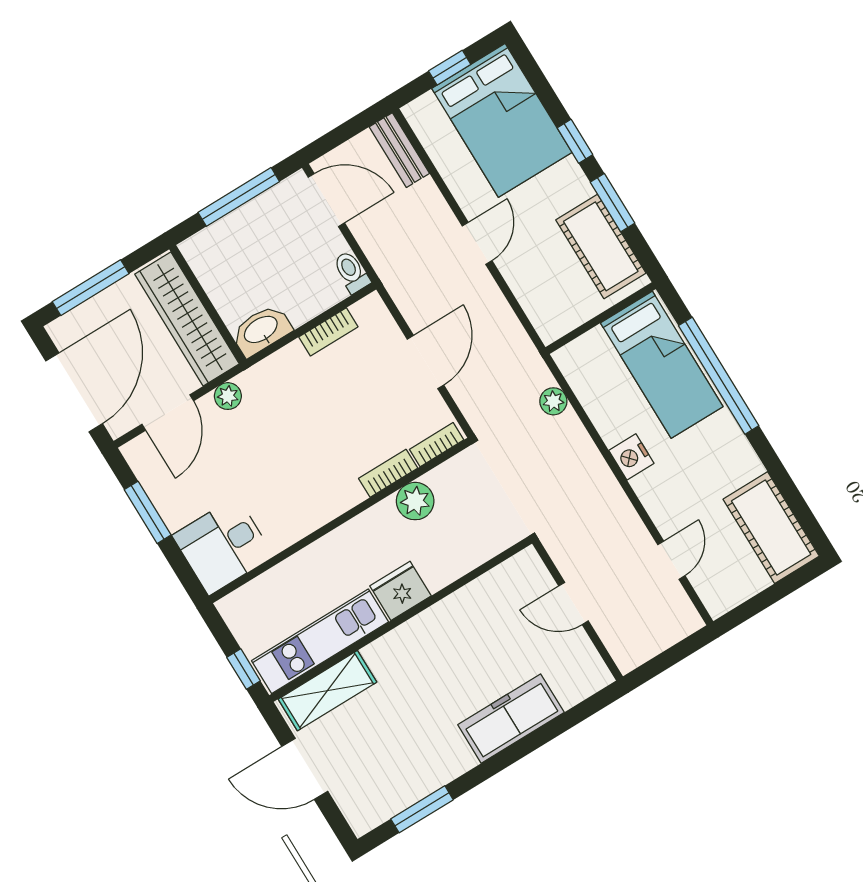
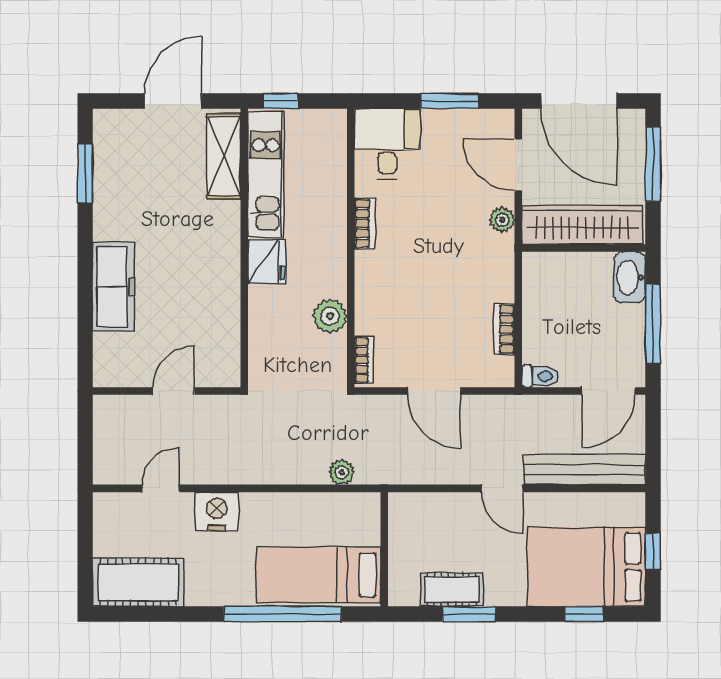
window: (575, 141) -> (584, 614), moved
bench: (399, 150) -> (584, 470), width x1.86, depth x1.21
cot: (601, 246) -> (452, 590), width x0.73, depth x0.75
washbasin: (261, 330) -> (630, 277), moved, turned 180
nightstand: (631, 457) -> (217, 512), moved, width x1.36, depth x1.33
bookcase: (388, 473) -> (365, 224), moved
door: (671, 560) -> (161, 488), swing flipped

